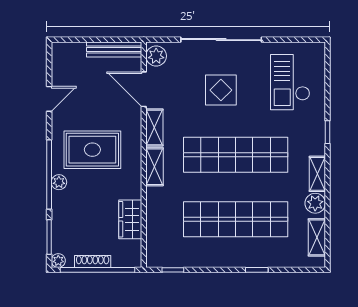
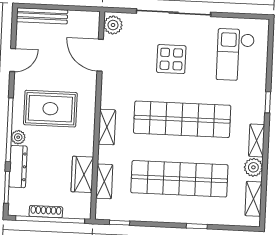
bench: (114, 50) -> (42, 16), moved
shelving: (154, 127) -> (104, 181), moved
dresser: (60, 214) -> (18, 167), added
plant: (58, 261) -> (14, 209), removed

